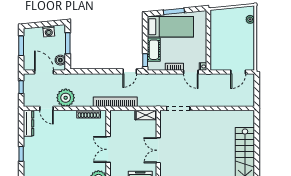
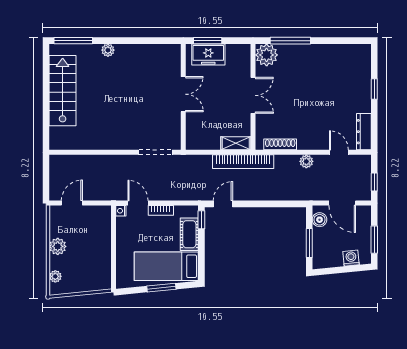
washing machine: (49, 31) -> (351, 258), moved
plant: (248, 41) -> (58, 246), added
plant: (66, 98) -> (306, 161), width x0.53, depth x0.53
shelving: (146, 115) -> (236, 143), moved

